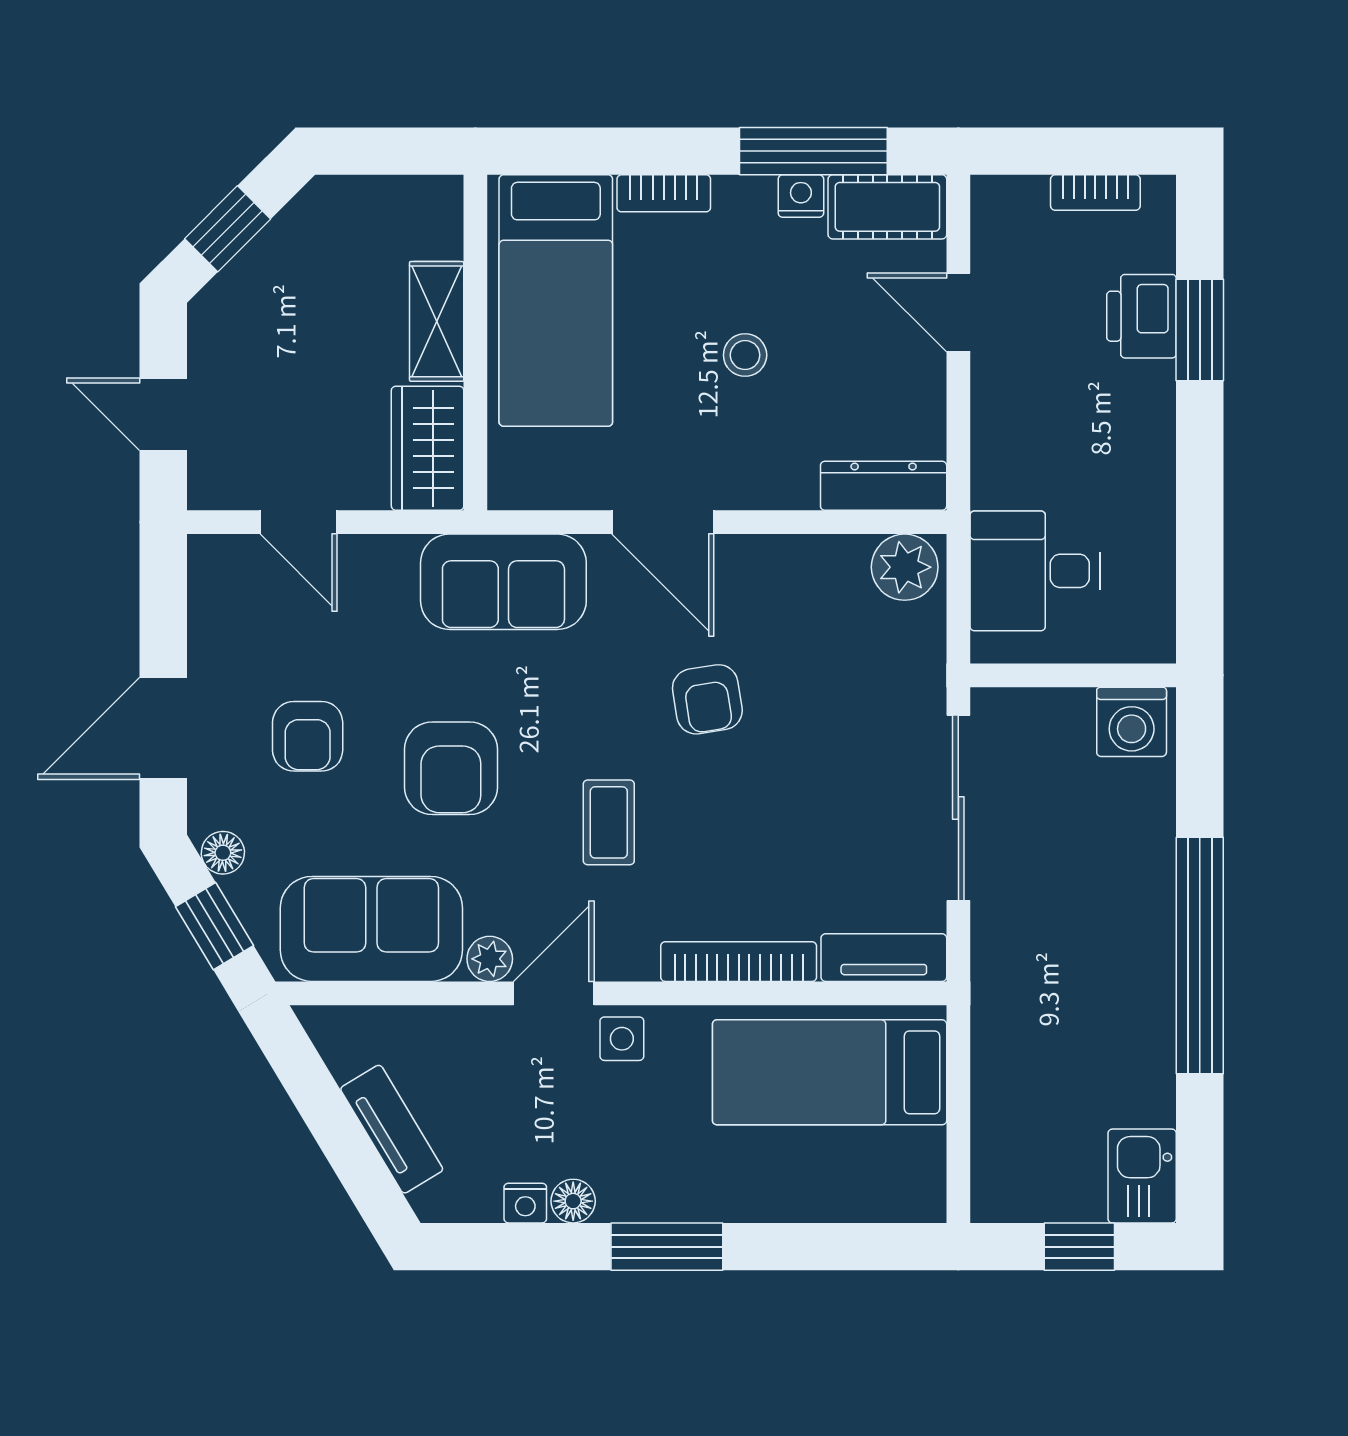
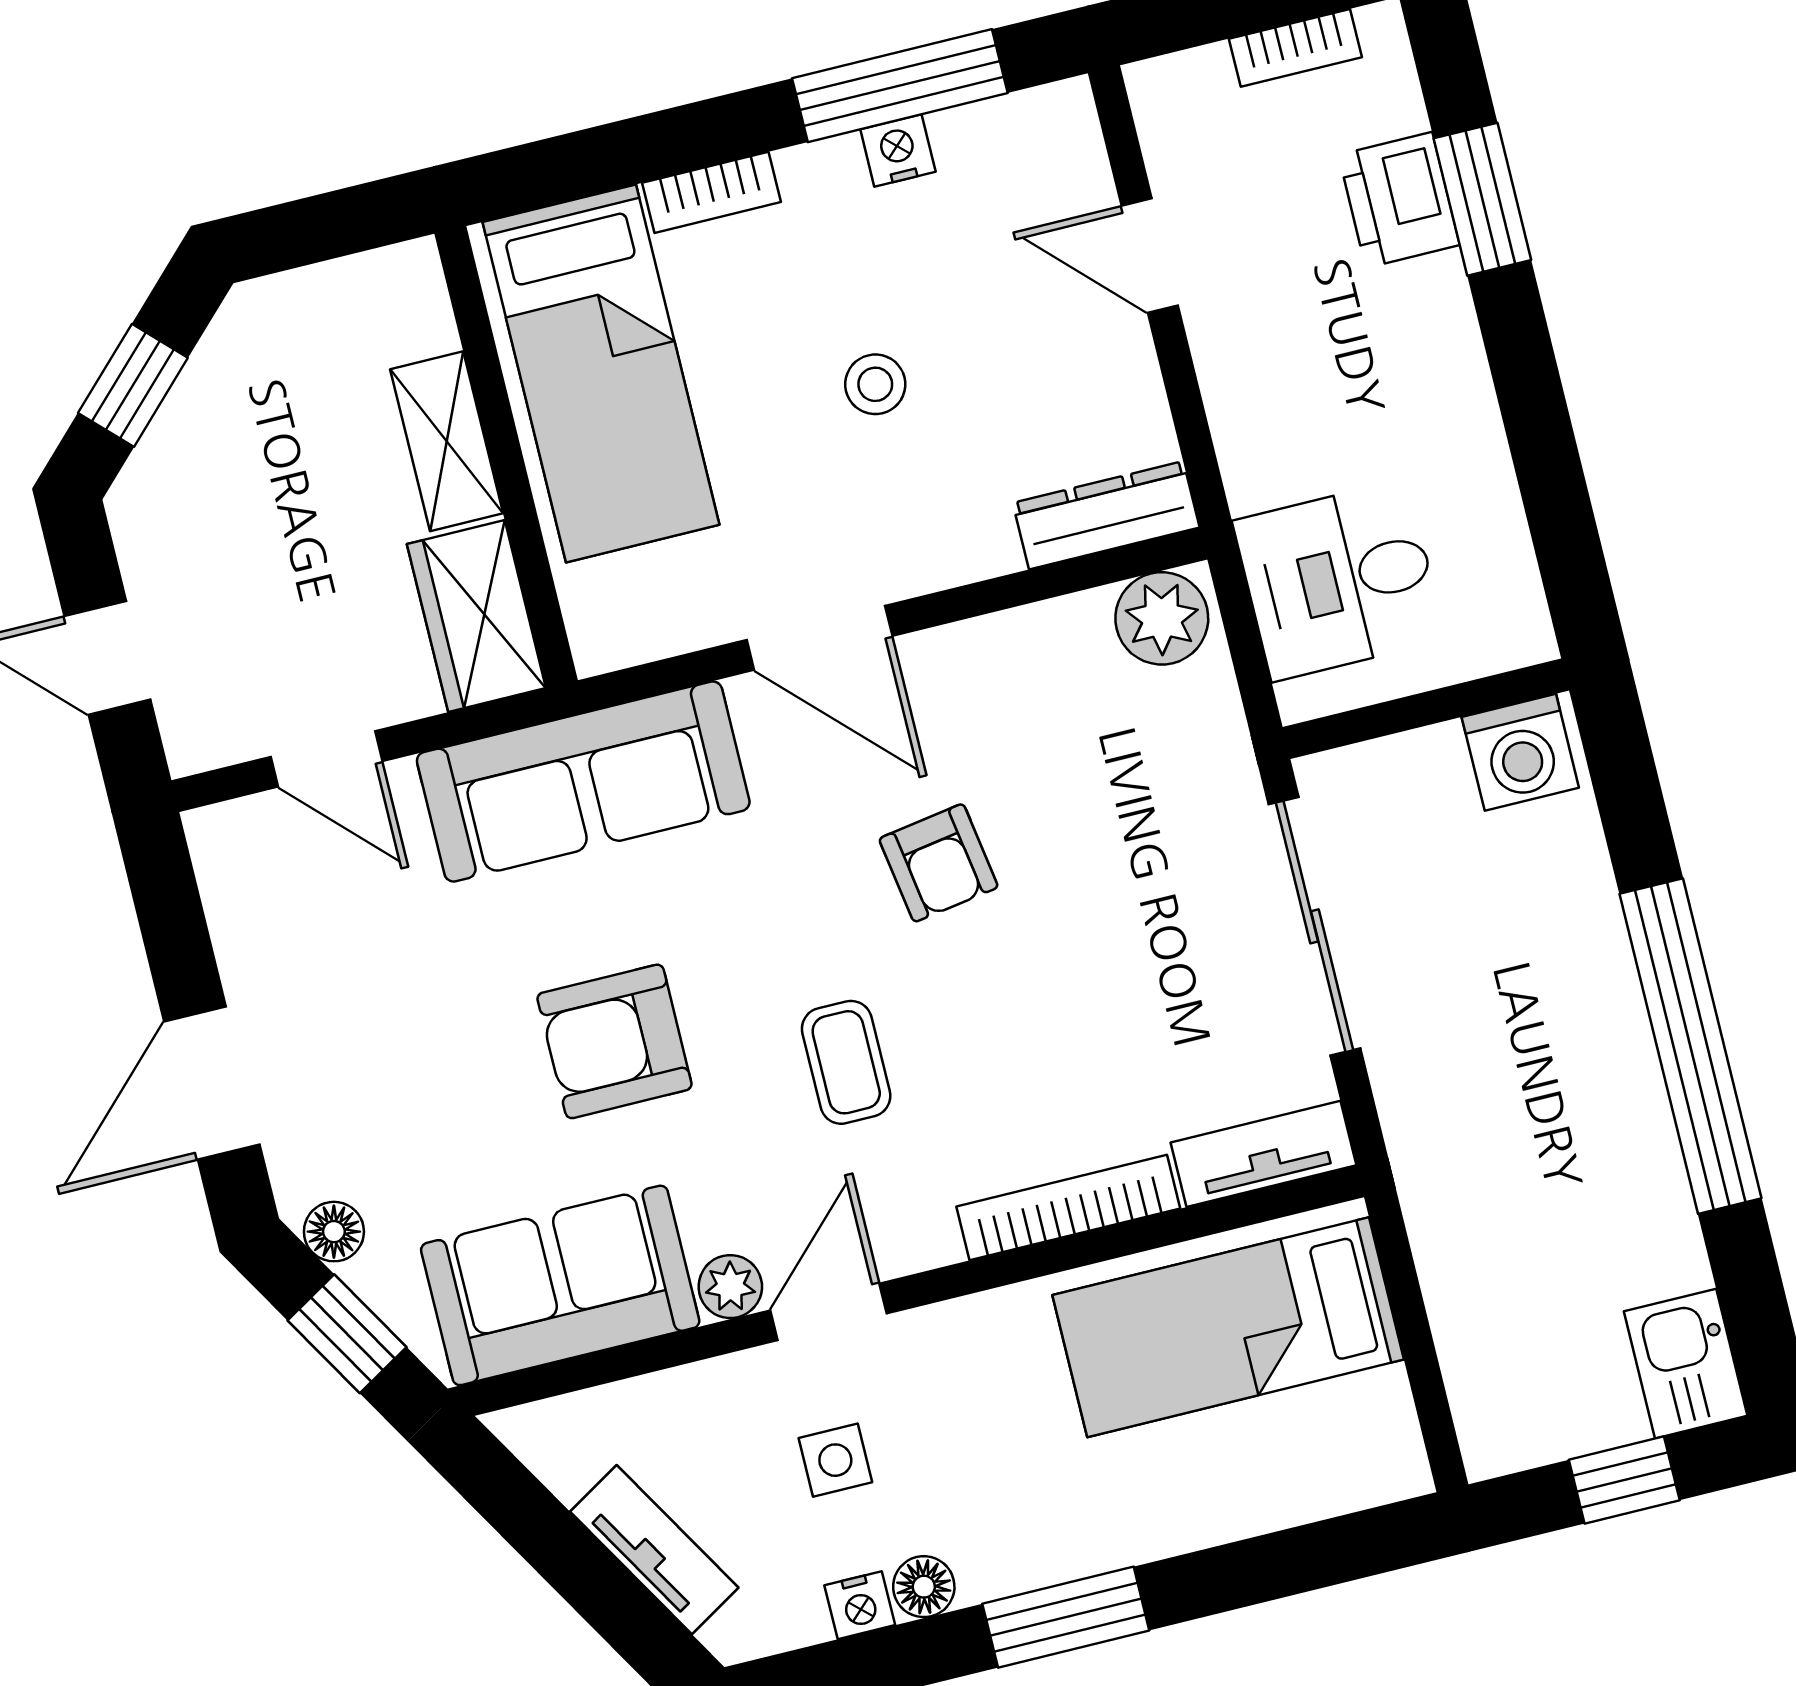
cot: (887, 207) -> (1019, 136), removed
sofa: (503, 582) -> (583, 781), width x1.36
armchair: (308, 736) -> (410, 1046), removed
armchair: (451, 768) -> (615, 1041), turned 90
side table: (622, 1039) -> (835, 1460), moved

